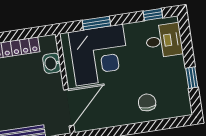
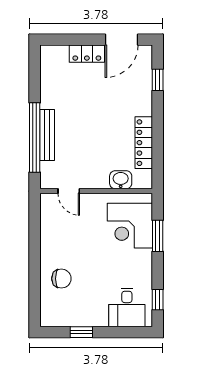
corner desk: (99, 55) -> (130, 226), width x0.74, depth x0.74
door: (69, 108) -> (69, 191), width x0.53

